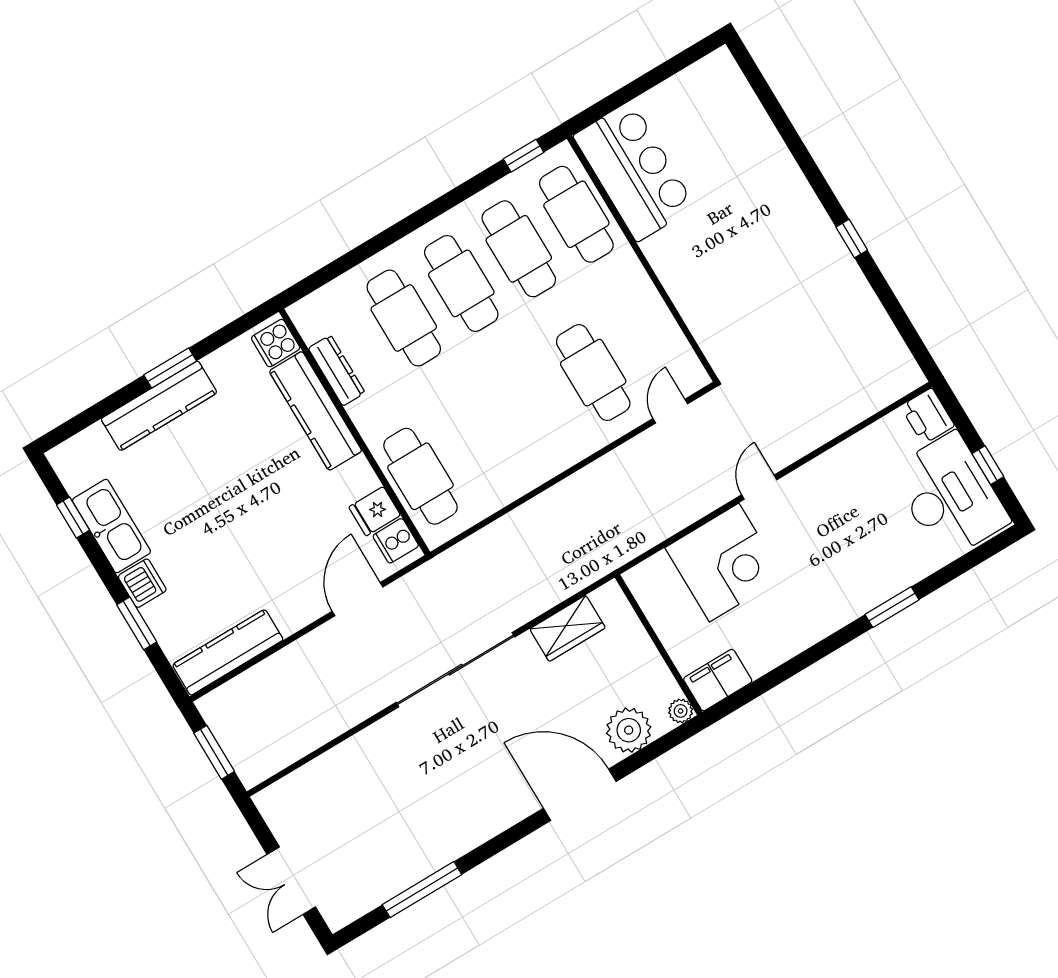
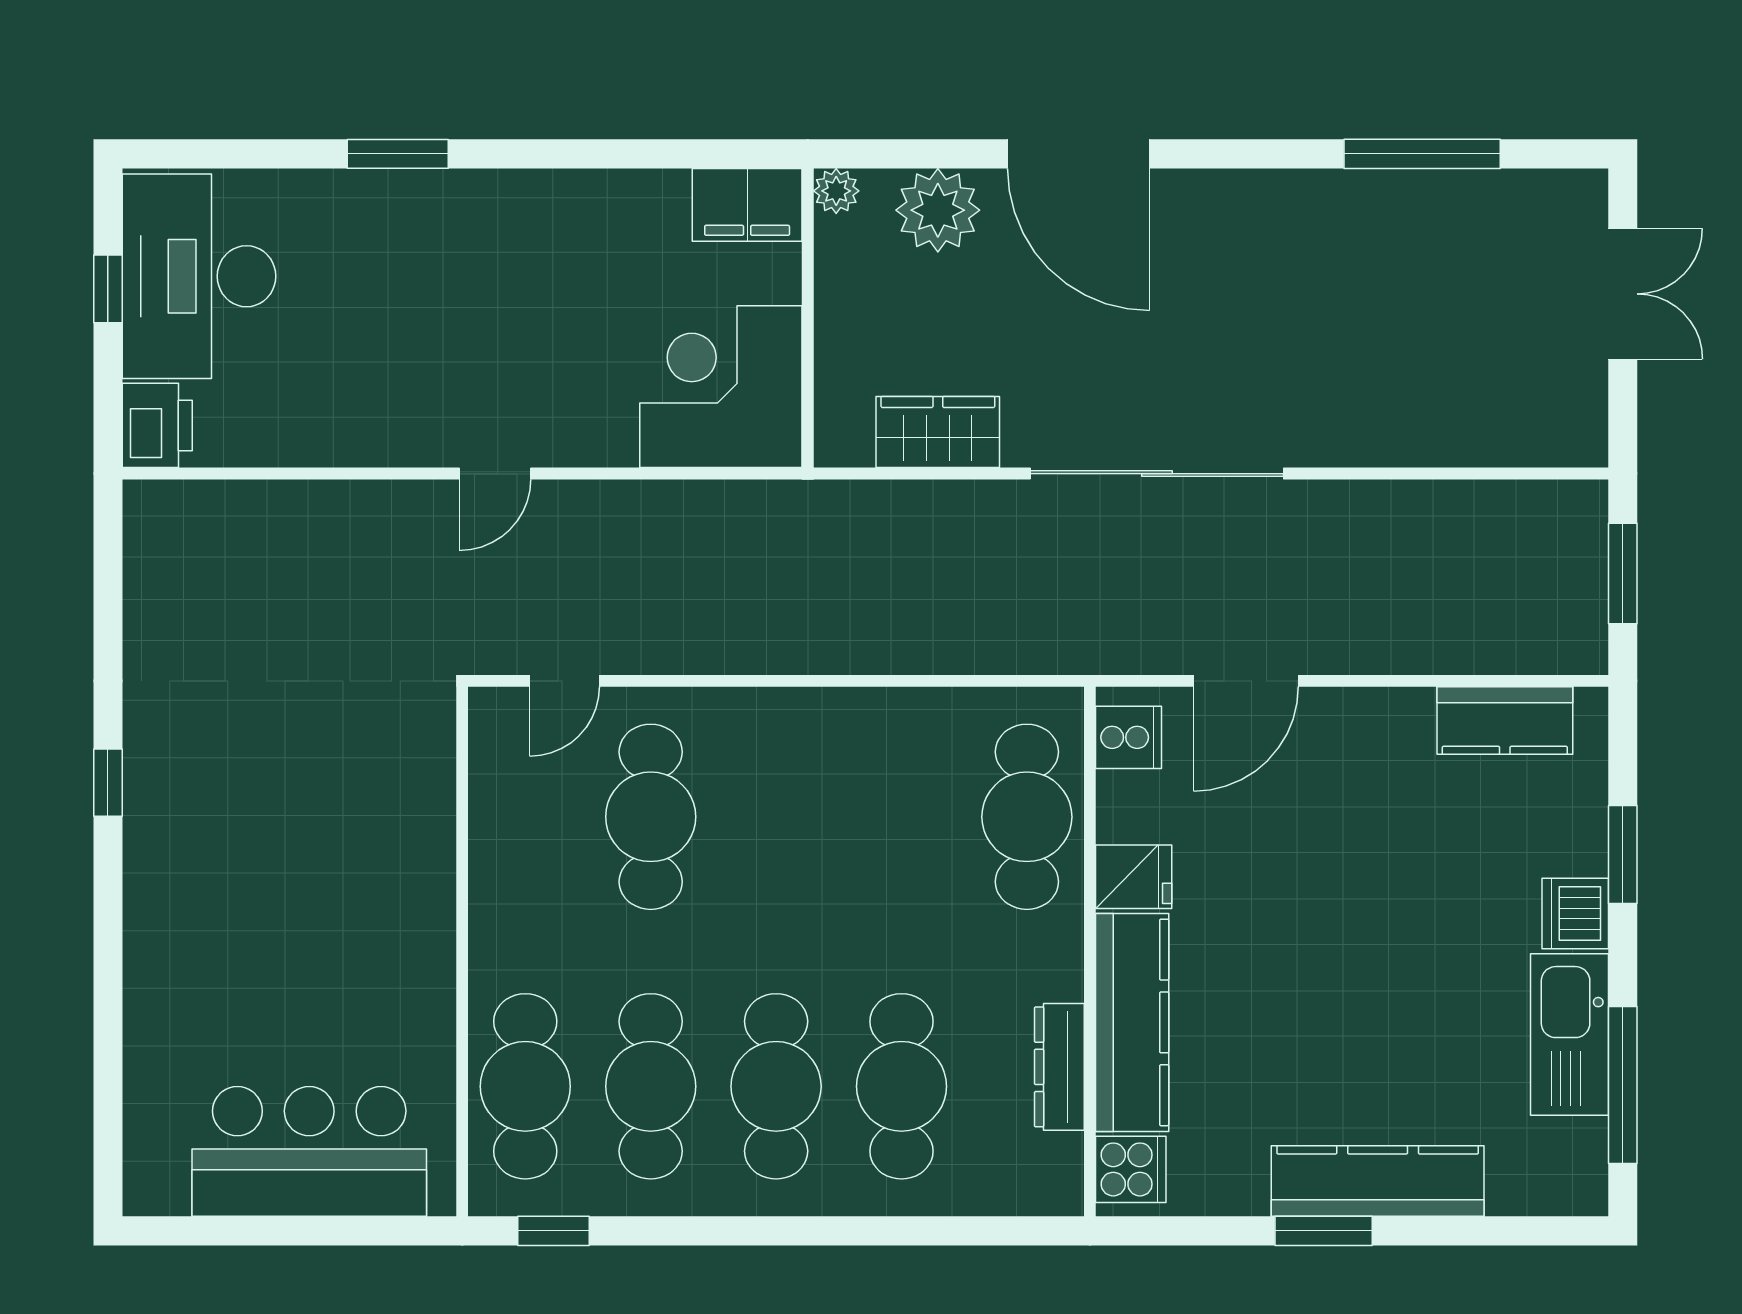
bar counter: (634, 171) -> (309, 1151), moved, turned 90
fridge: (375, 511) -> (1134, 877), moved
window: (73, 518) -> (1623, 1085), width x2.17
corner desk: (724, 563) -> (721, 387), moved
kitchen counter: (228, 652) -> (1505, 720), width x0.67

